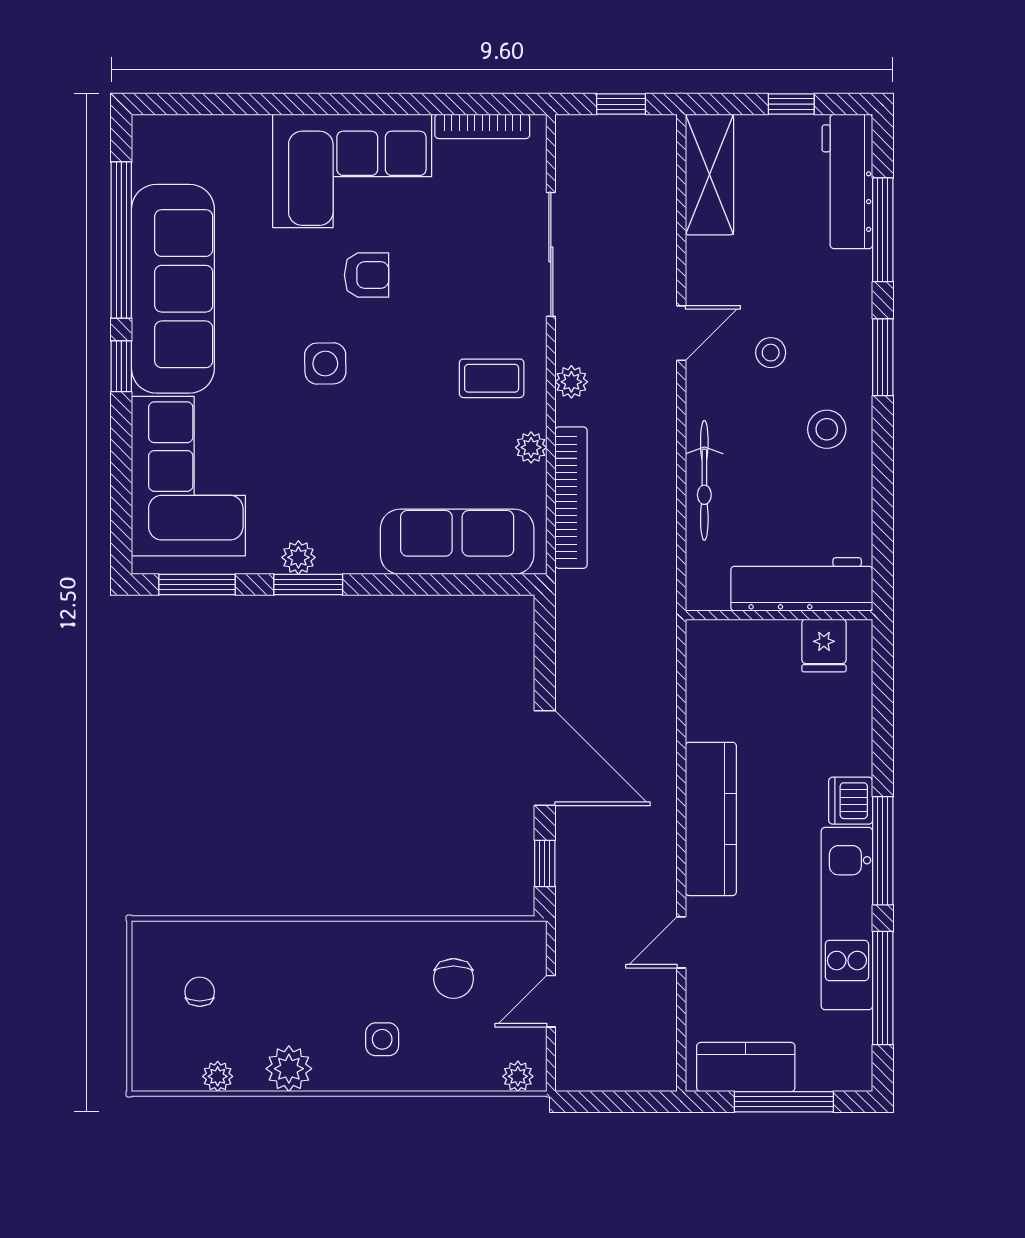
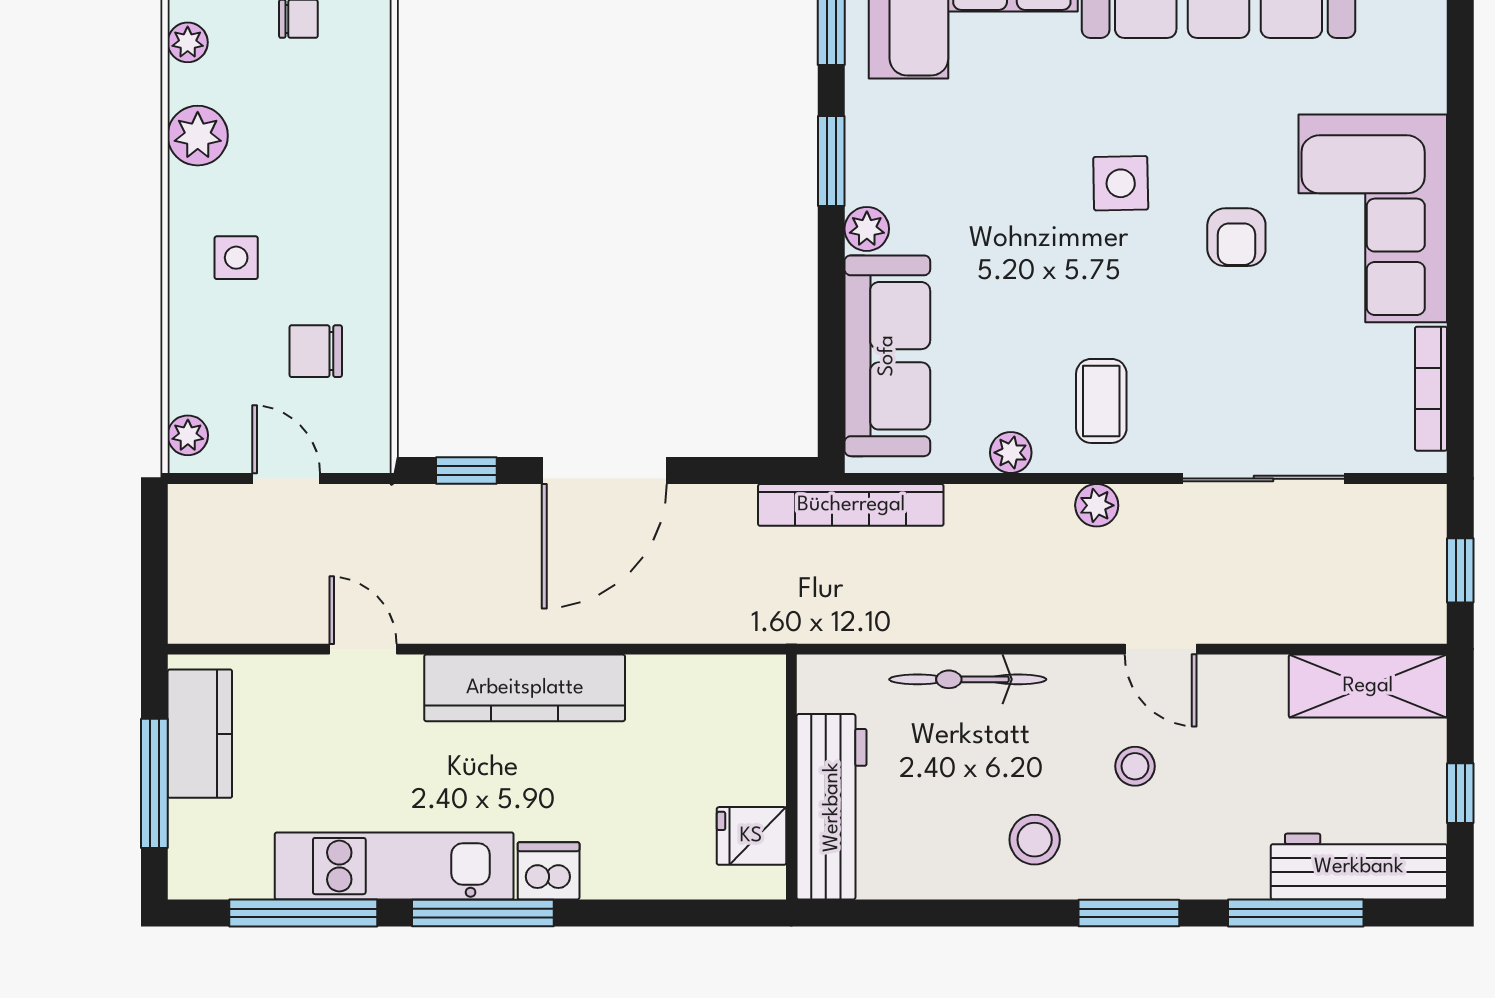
bookcase: (571, 498) -> (851, 505), moved
plant: (298, 557) -> (867, 229), moved

